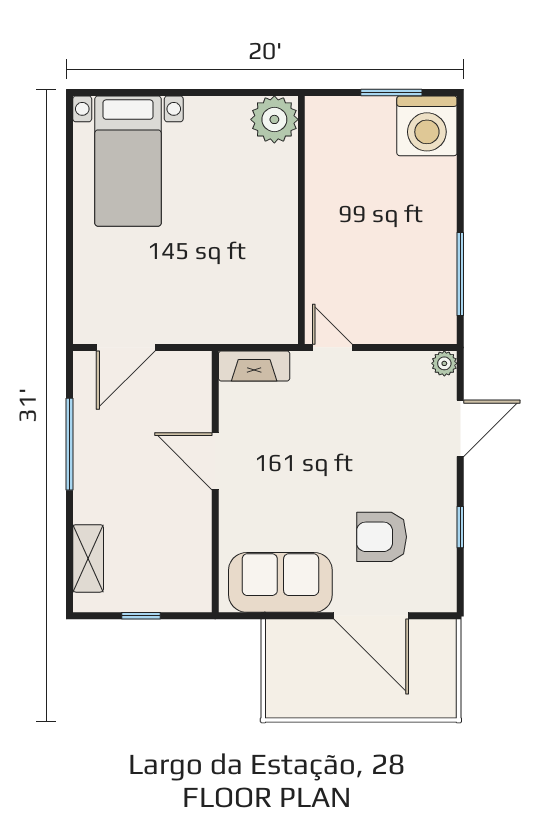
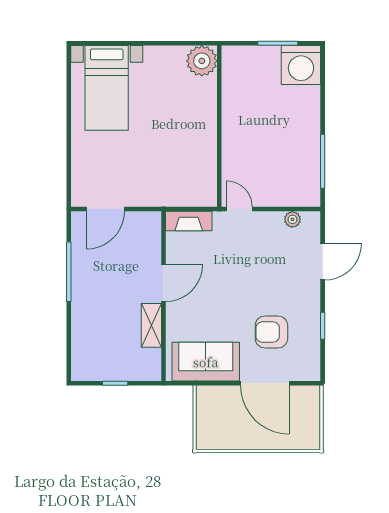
plant: (444, 363) -> (292, 219), moved
door: (215, 461) -> (163, 283), swing flipped
shelving: (88, 558) -> (151, 325), moved

